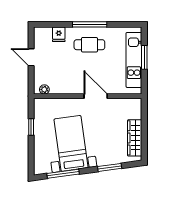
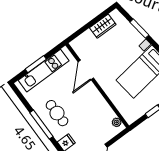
door: (96, 96) -> (86, 70), moved
wardrobe: (135, 138) -> (103, 26), width x0.67

